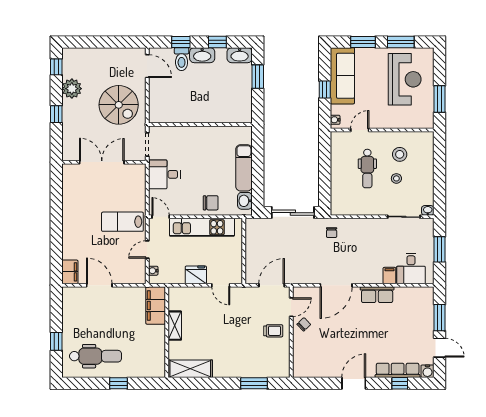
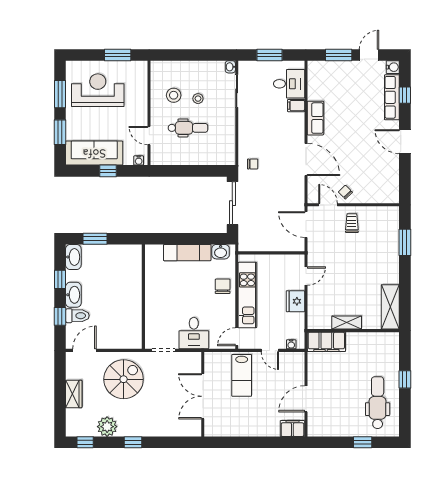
wardrobe: (104, 56) -> (74, 394), added
double door: (102, 162) -> (203, 396), moved
wall: (104, 162) -> (203, 394), moved

